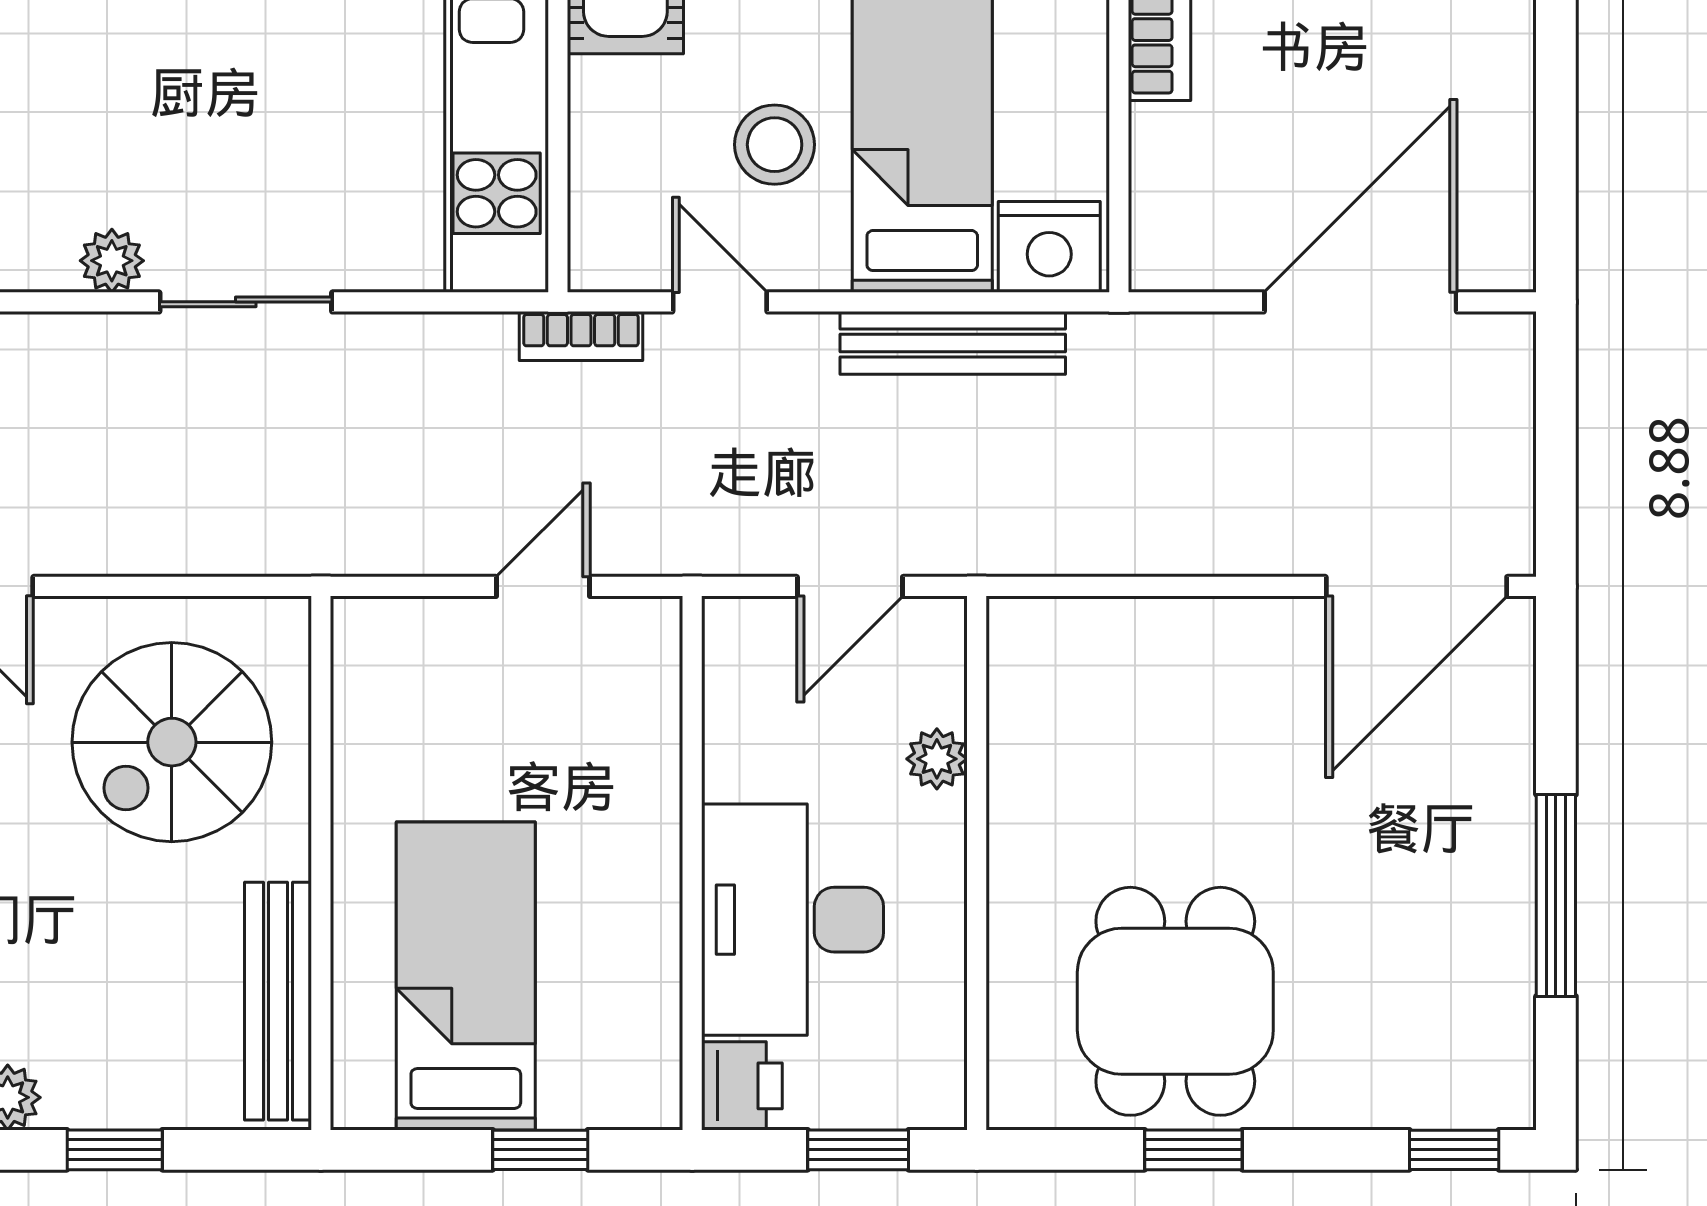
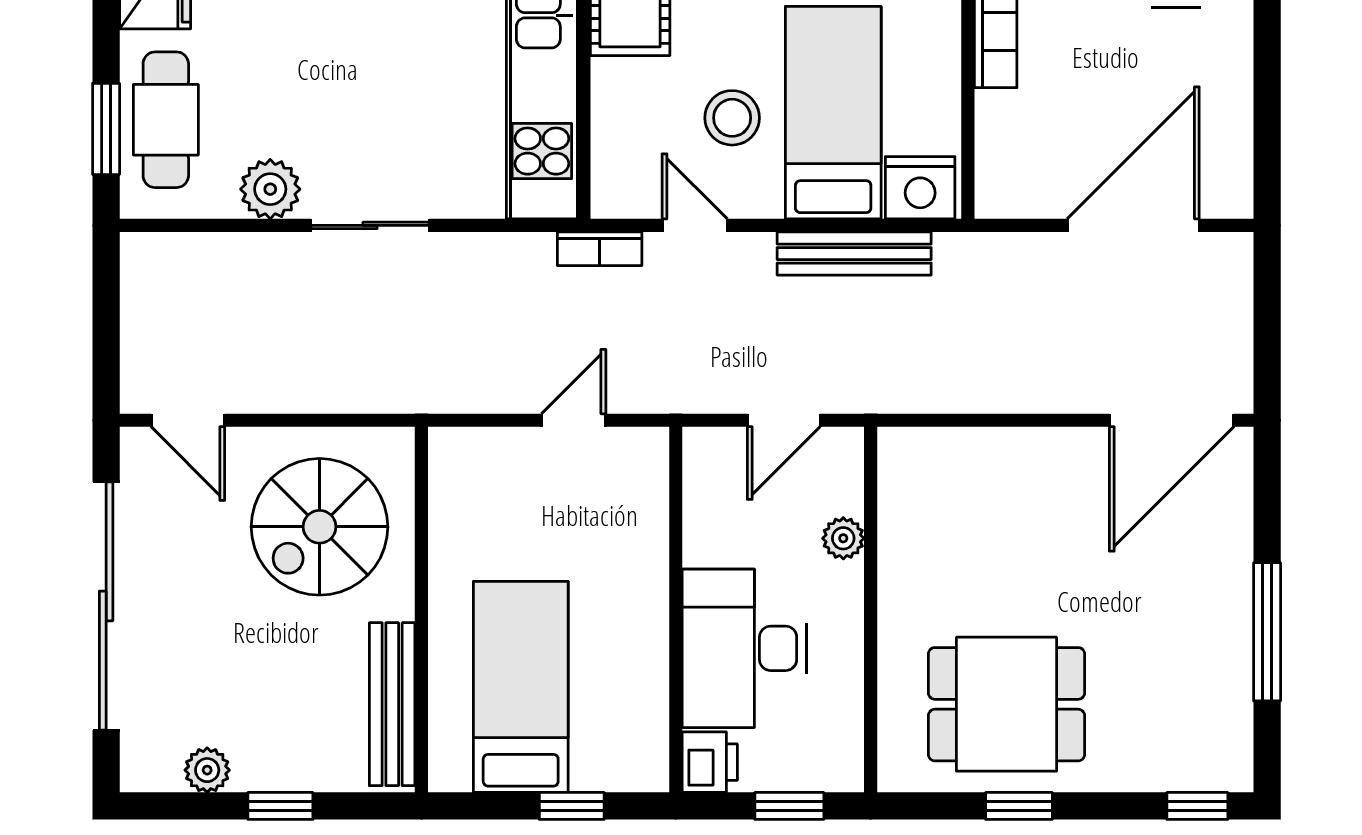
plant: (112, 261) -> (270, 189), width x1.38, depth x1.38
dining table: (1175, 1001) -> (1006, 704), turned 90

